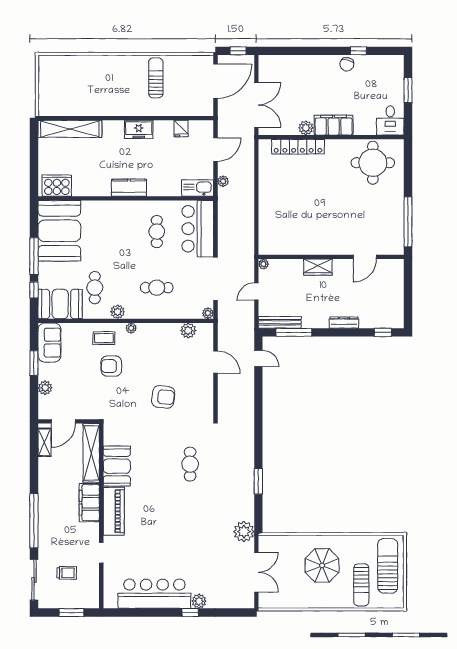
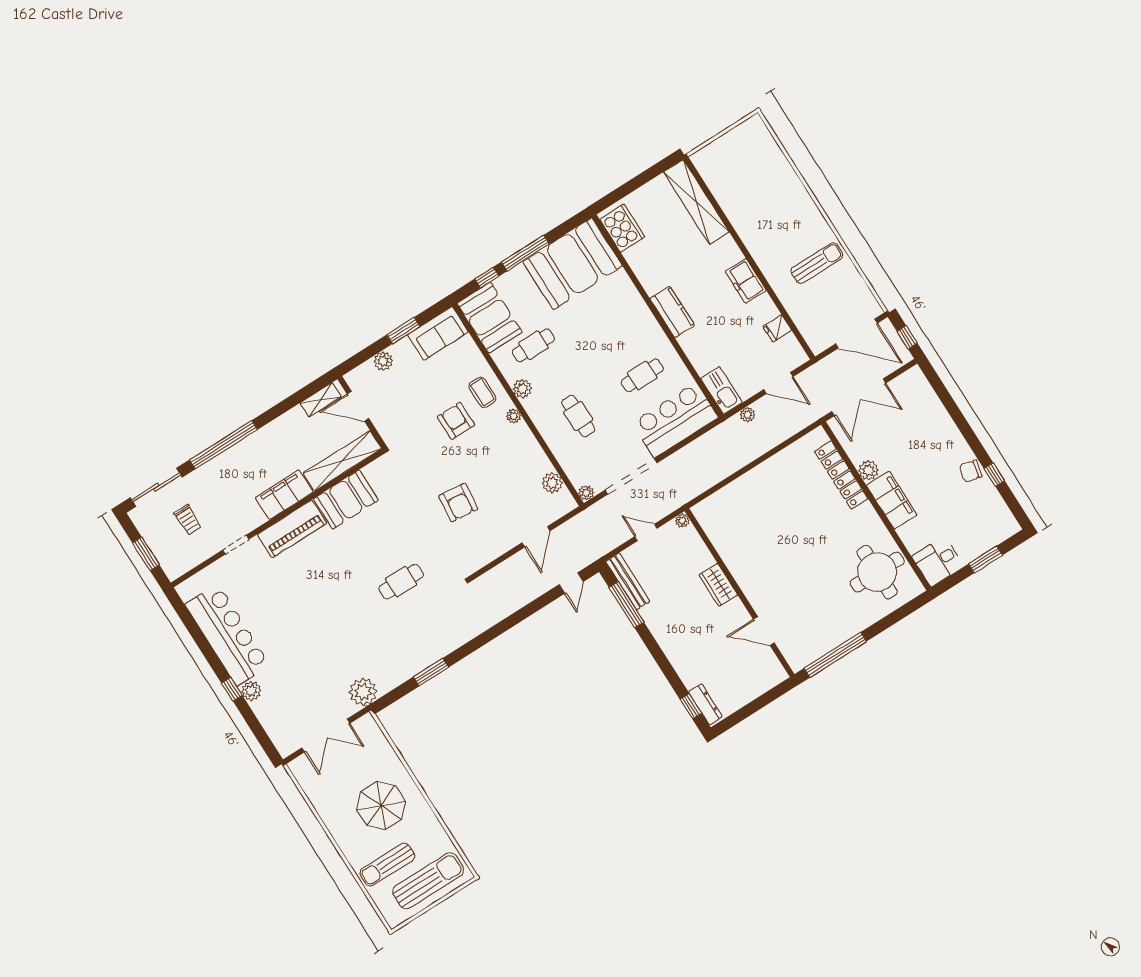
dresser: (344, 323) -> (705, 704), moved

